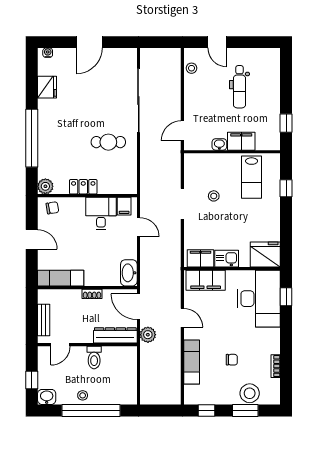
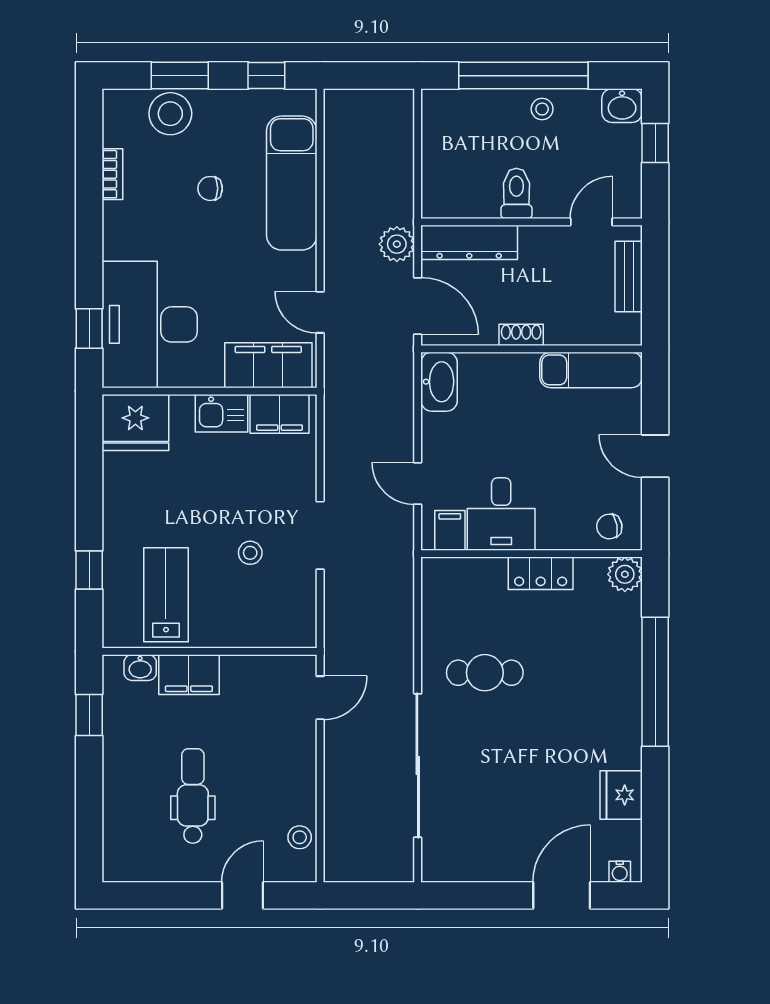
door: (89, 42) -> (562, 895), moved
door: (217, 42) -> (242, 895), hinge flipped
washbasin: (219, 144) -> (140, 668), moved
door: (182, 318) -> (320, 312), moved
exam couch: (192, 362) -> (292, 183), width x1.36, depth x1.45

